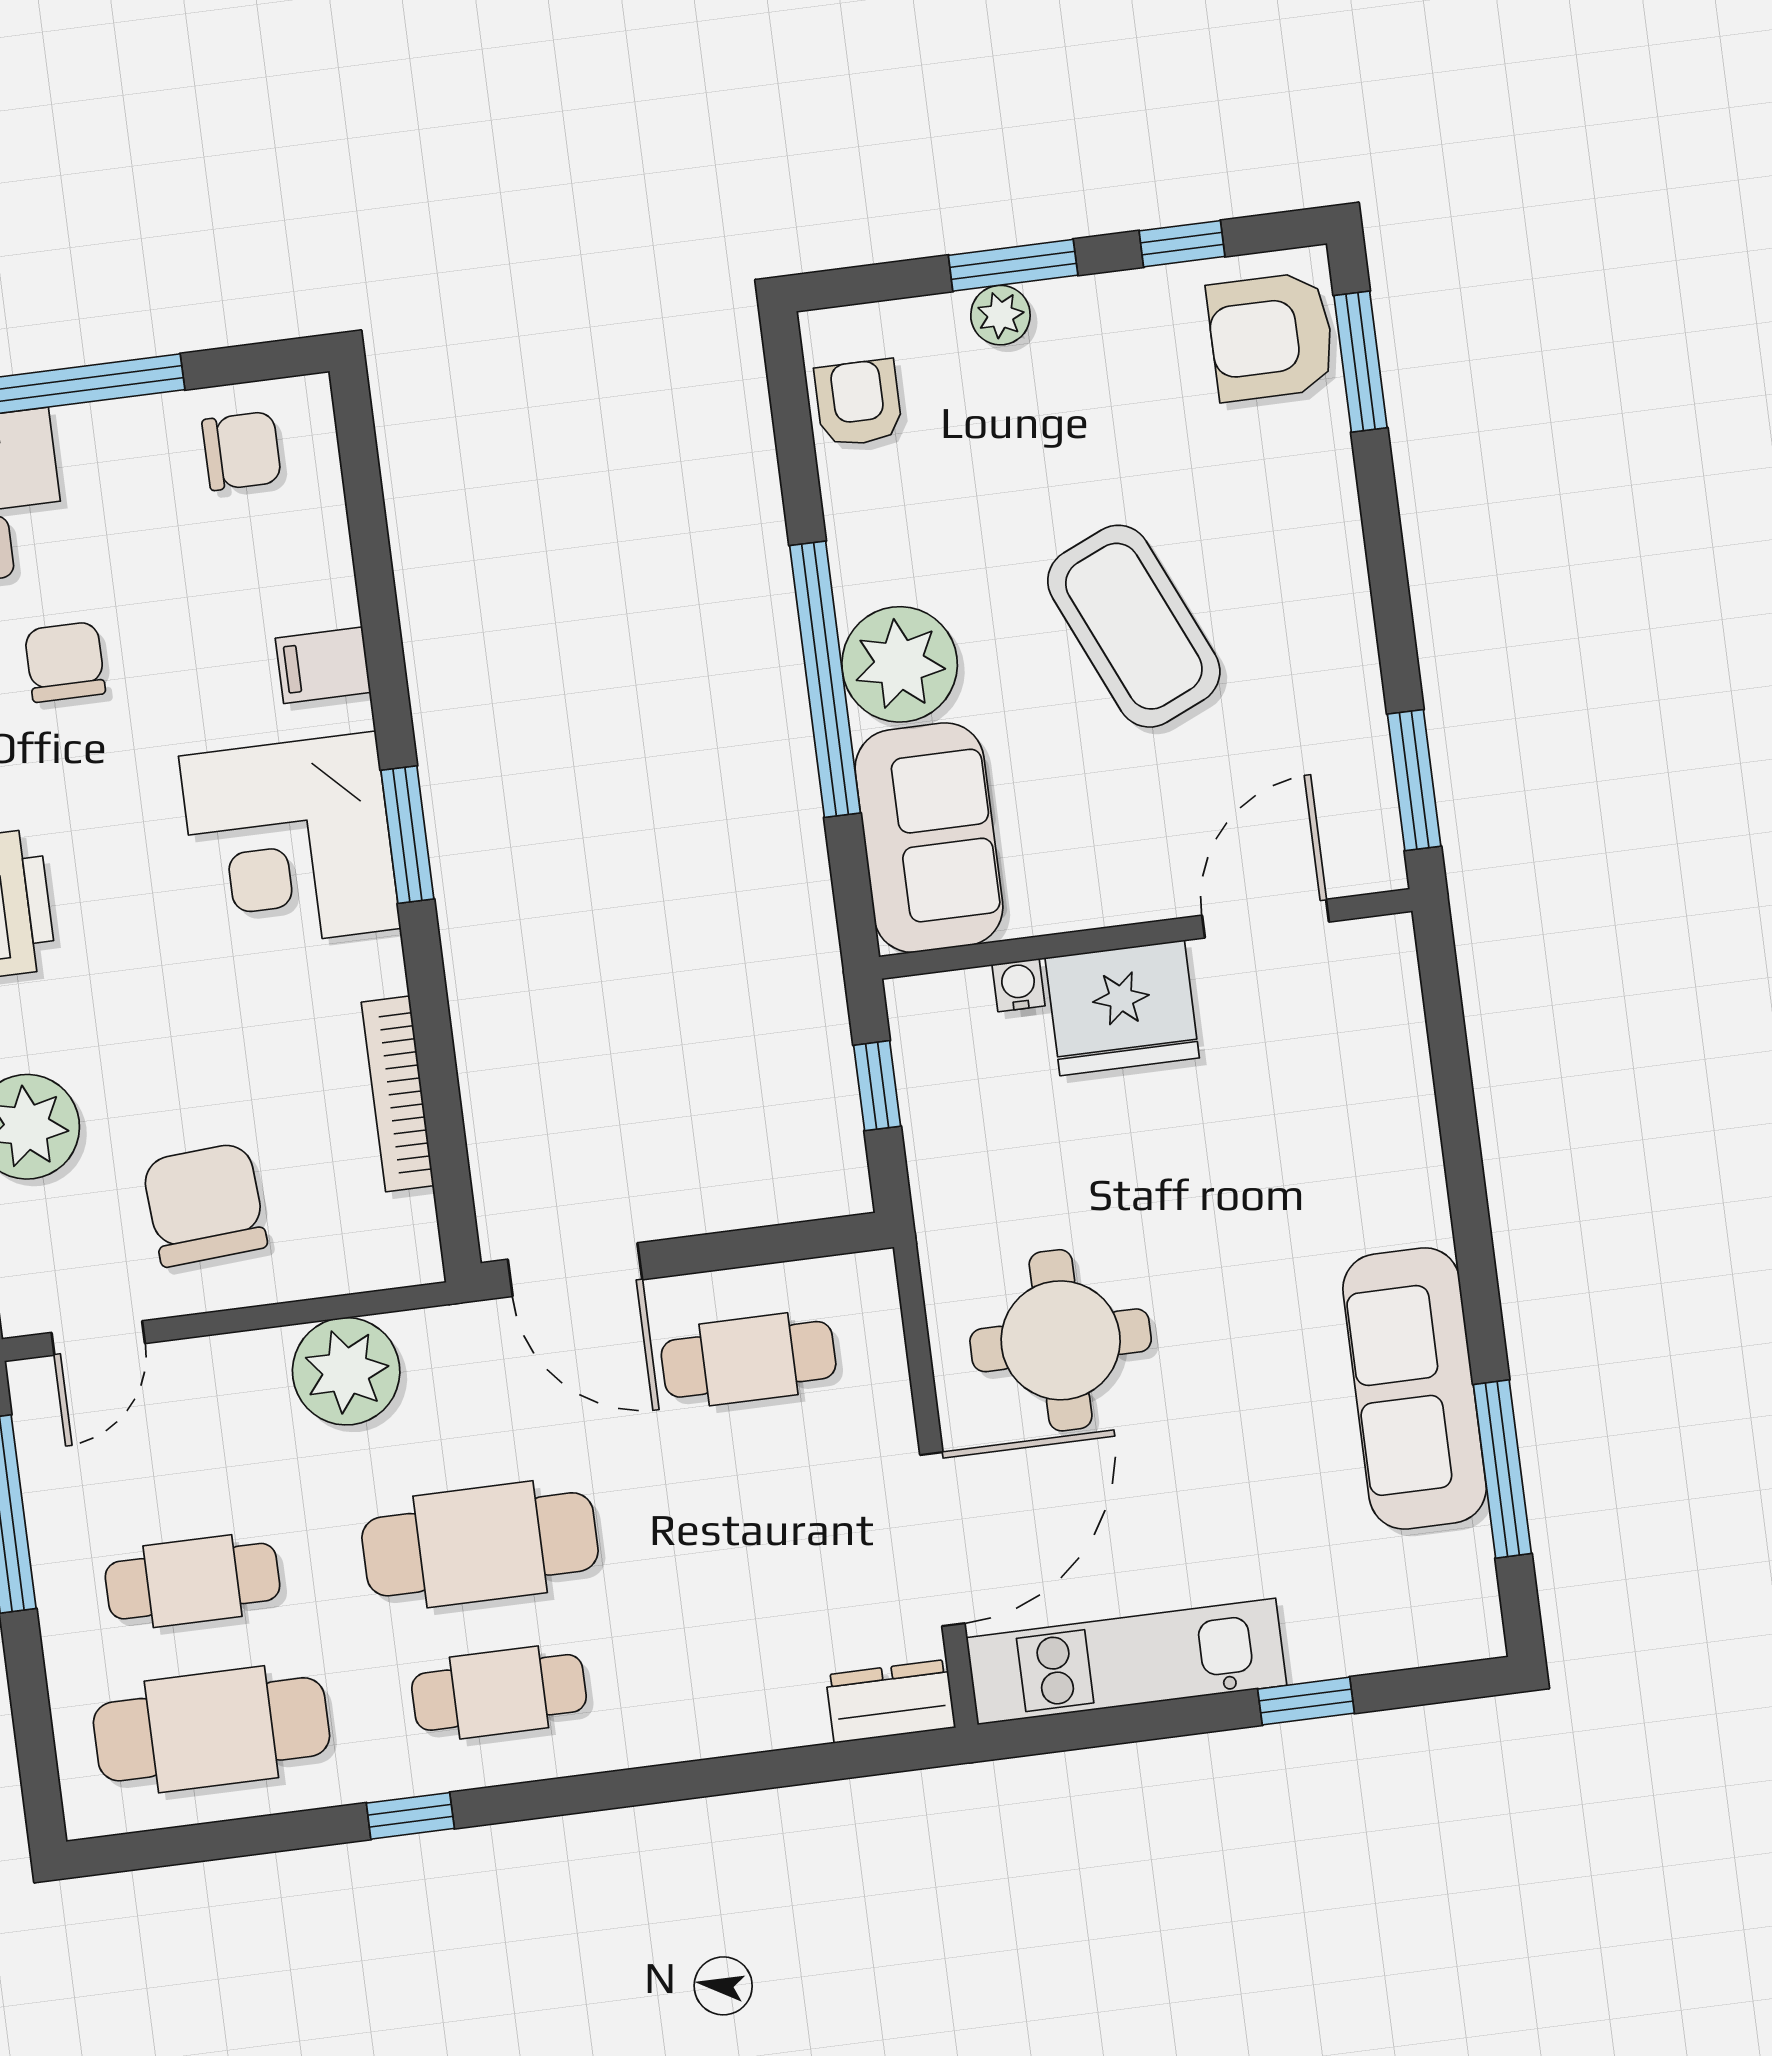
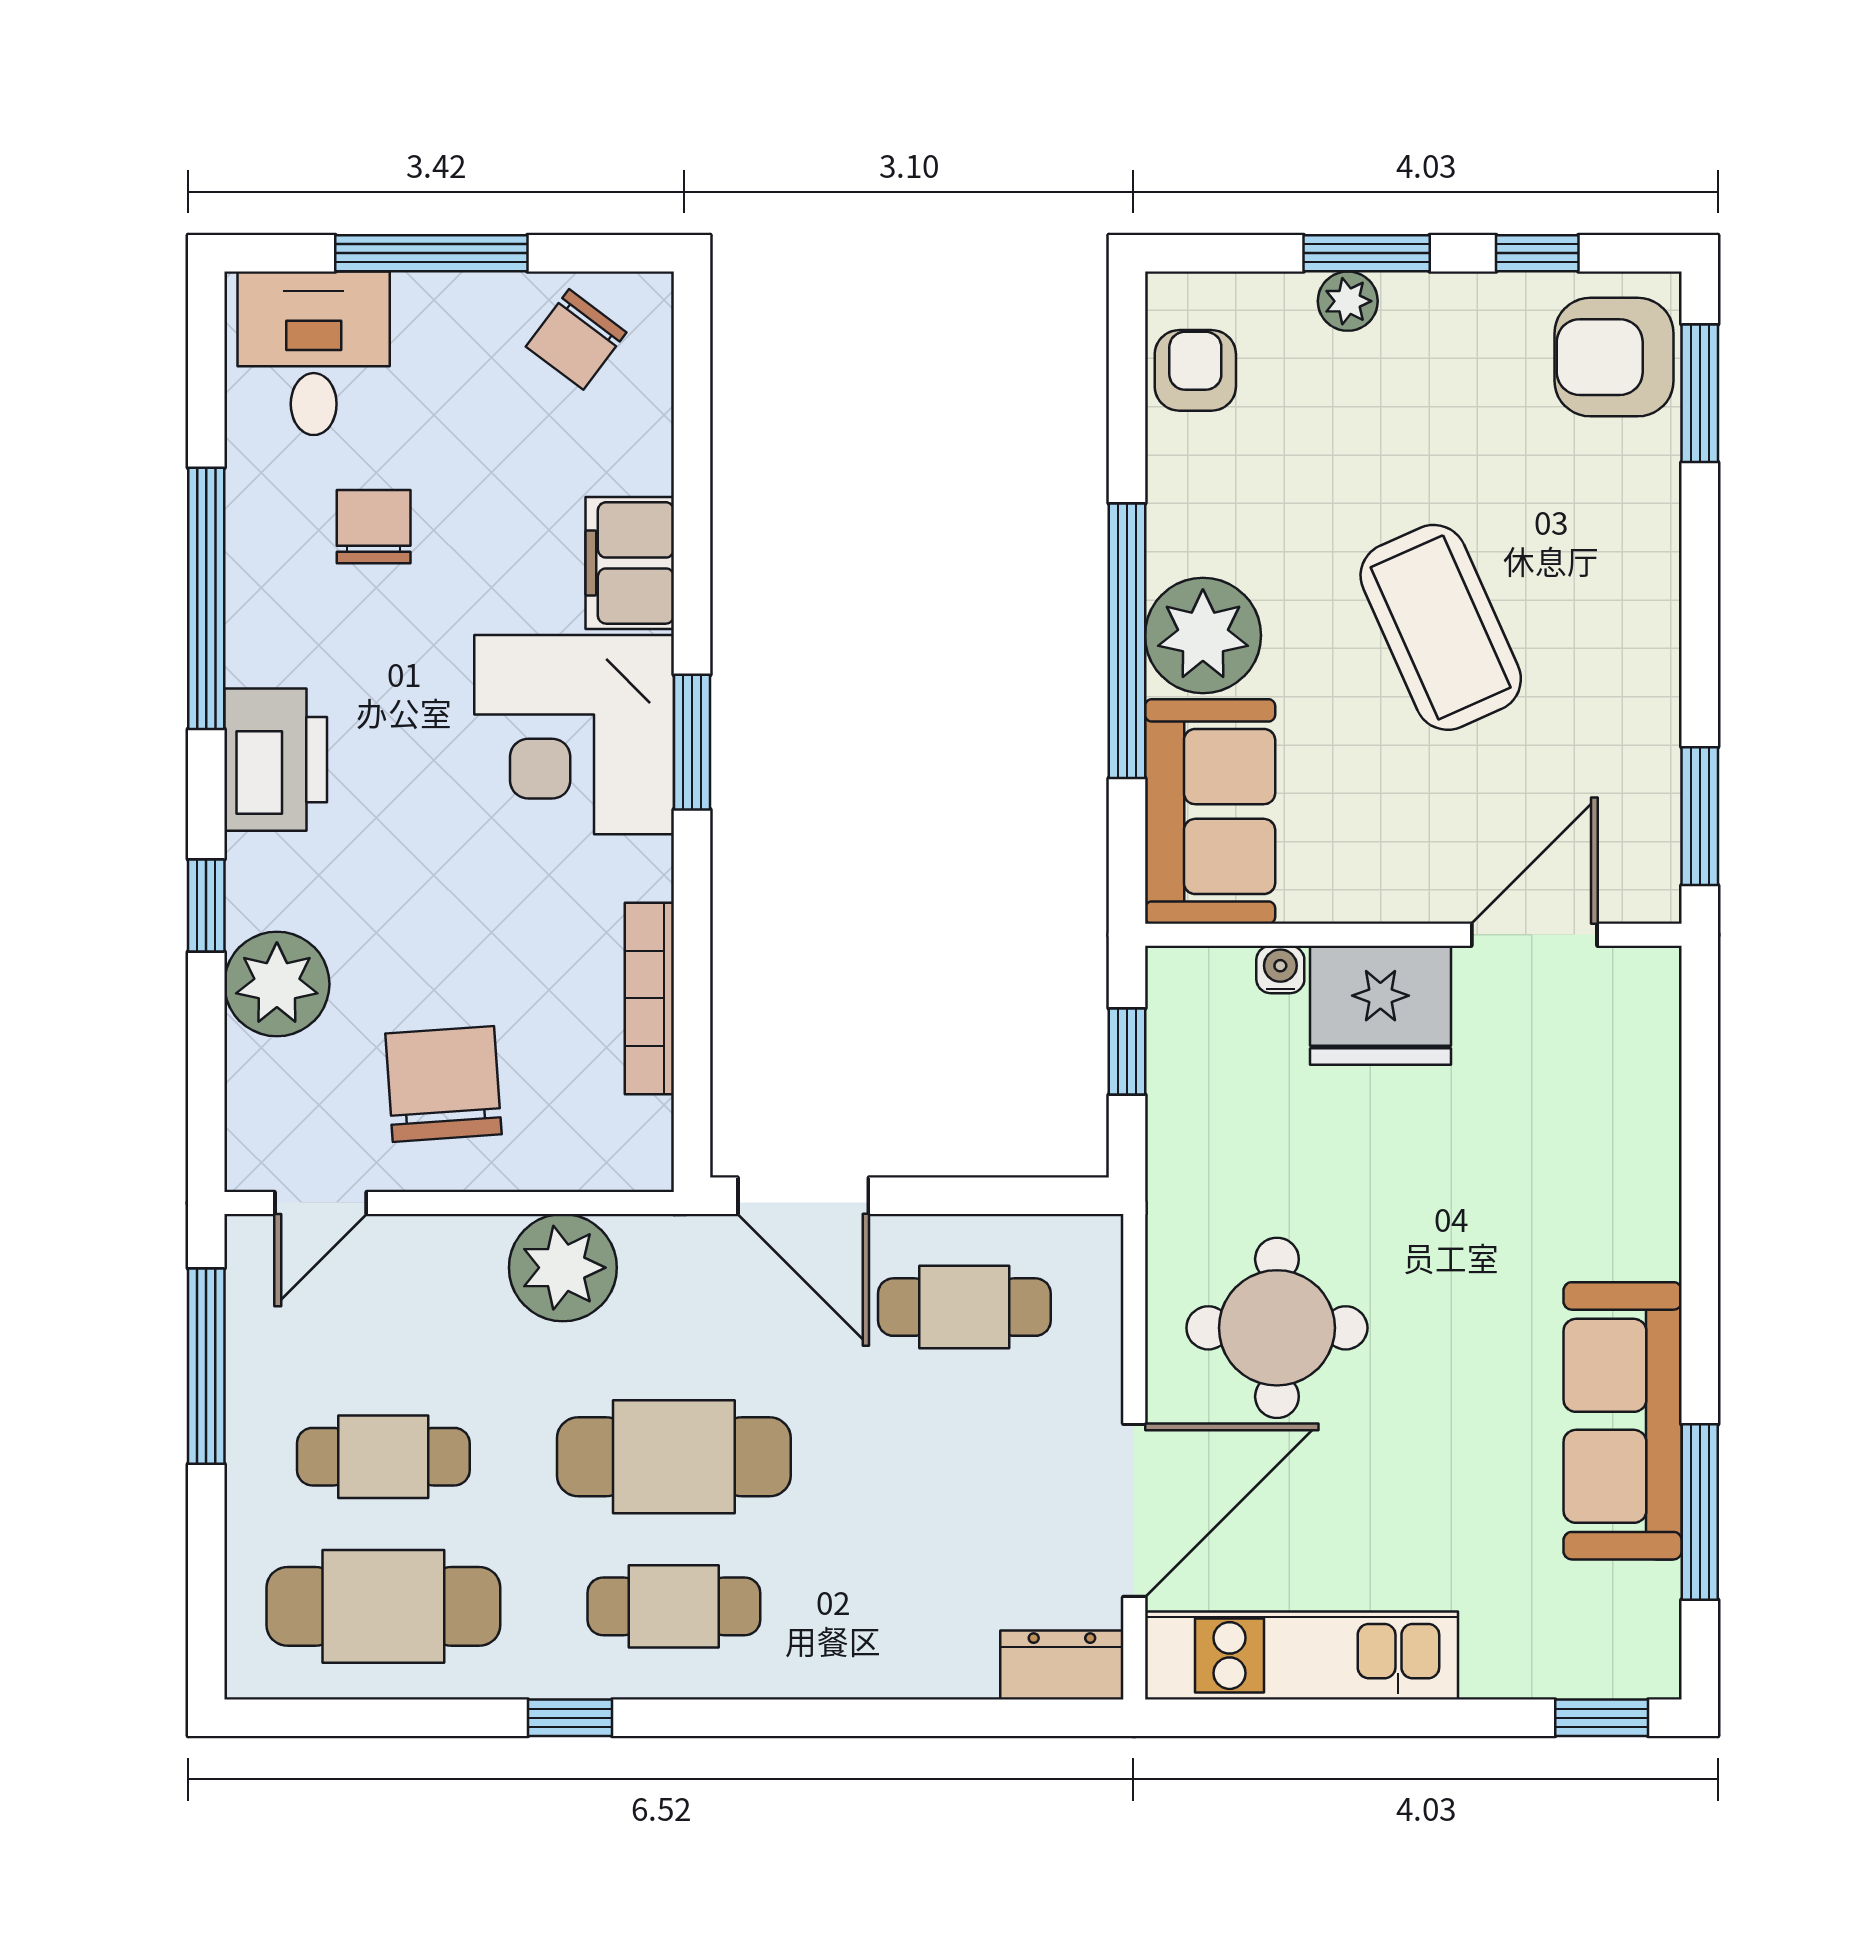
chair: (242, 451) -> (576, 339), turned 127
filing cabinet: (323, 665) -> (630, 563), width x2.00
window: (1306, 1701) -> (1602, 1718), moved

